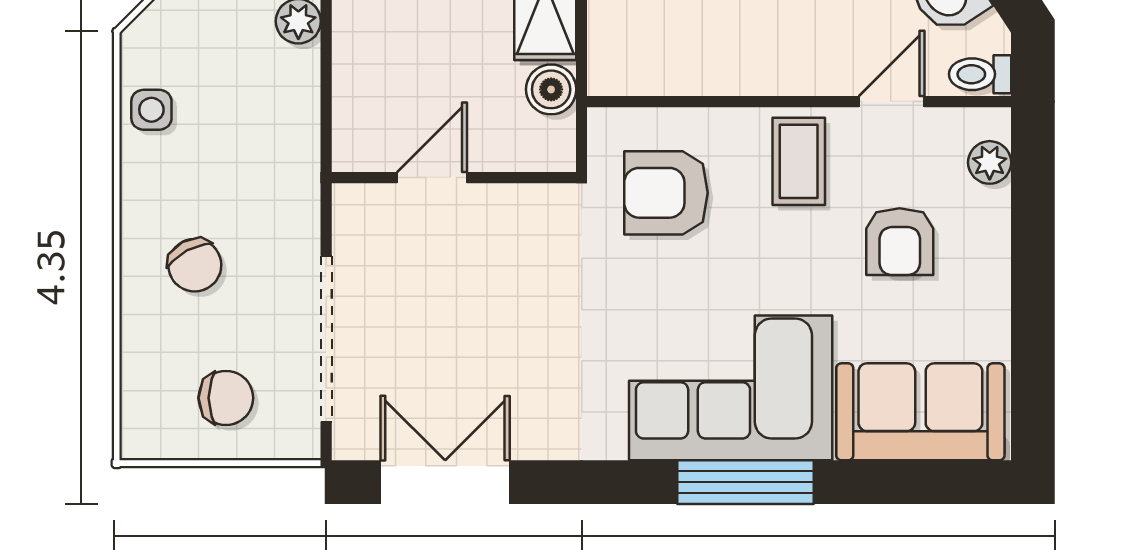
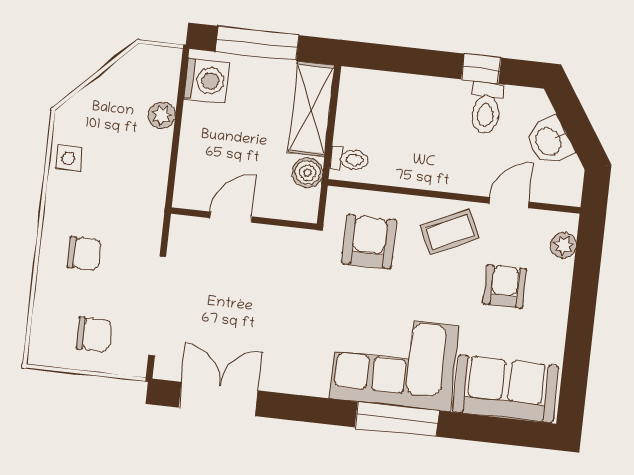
toilet: (980, 74) -> (349, 159), moved, turned 180
coffee table: (799, 161) -> (450, 232), turned 65
armchair: (666, 193) -> (369, 242), turned 90
armchair: (900, 242) -> (505, 286), turned 180
chair: (195, 265) -> (84, 253), turned -62

